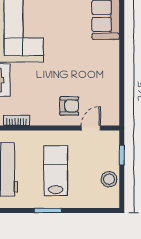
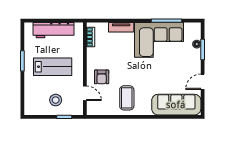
coffee table: (97, 73) -> (127, 98), added
stool: (109, 179) -> (56, 100), moved

